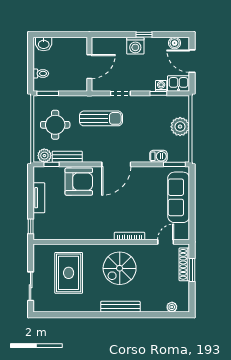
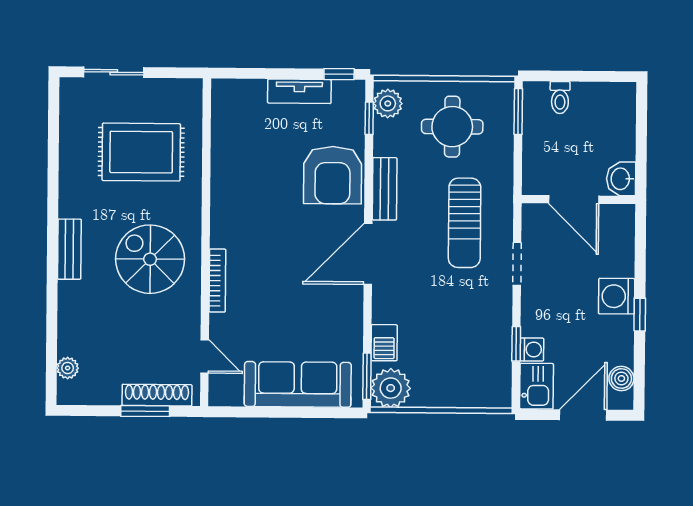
washbasin: (44, 44) -> (621, 179), moved
plant: (180, 127) -> (391, 388), moved
bench: (67, 157) -> (385, 189), moved
door: (116, 164) -> (368, 254), hinge flipped
window: (31, 226) -> (339, 74), moved
bench: (120, 307) -> (69, 249), width x0.73

